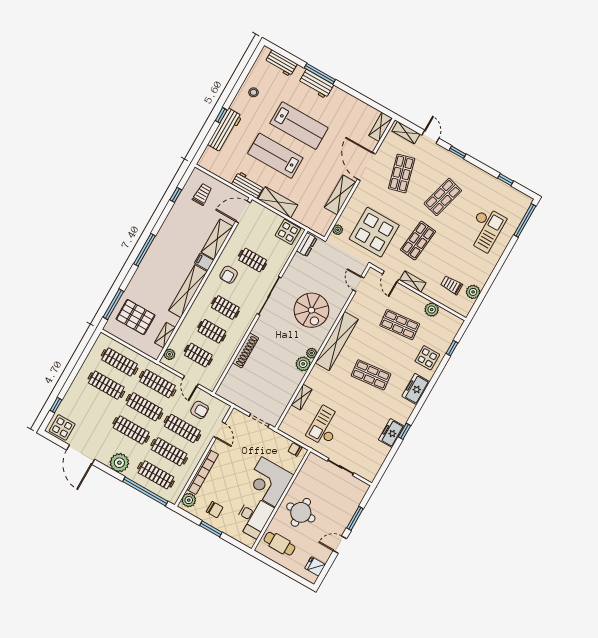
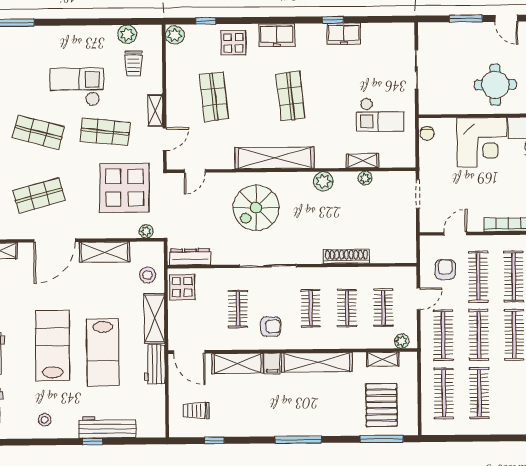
stool: (309, 214) -> (148, 275), added
checkout: (485, 229) -> (77, 87), moved
dresser: (307, 245) -> (190, 257), width x1.44
spiral stairs: (311, 310) -> (256, 208), turned 180
plant: (432, 310) -> (175, 35), moved
plant: (312, 353) -> (365, 178), moved

